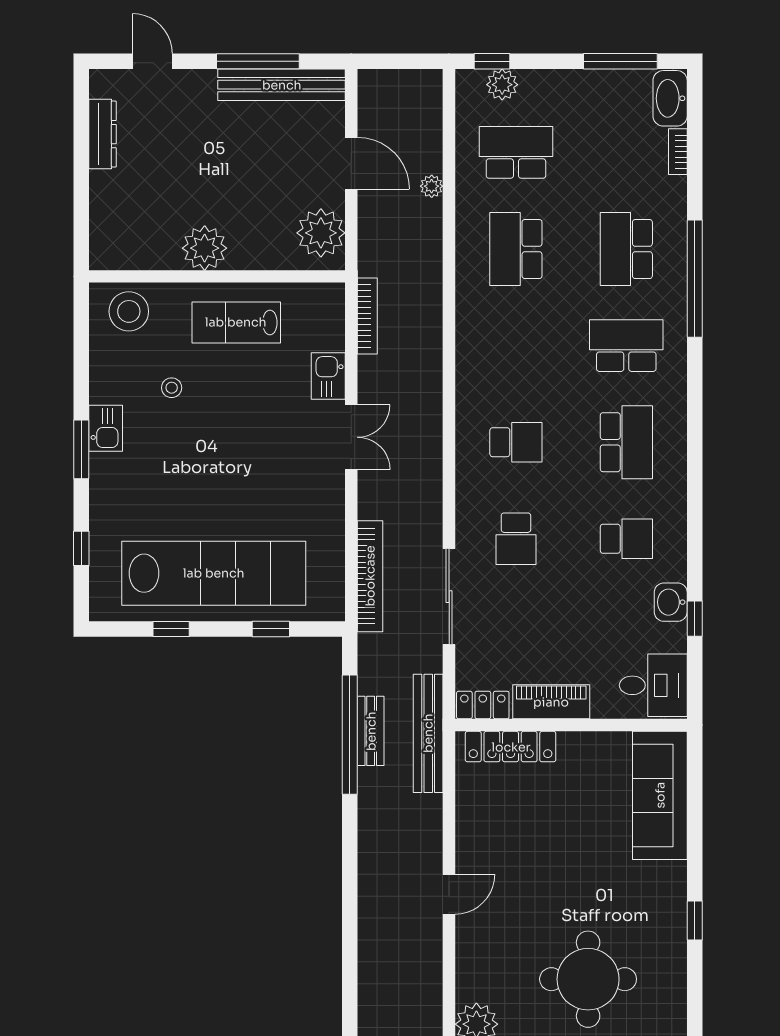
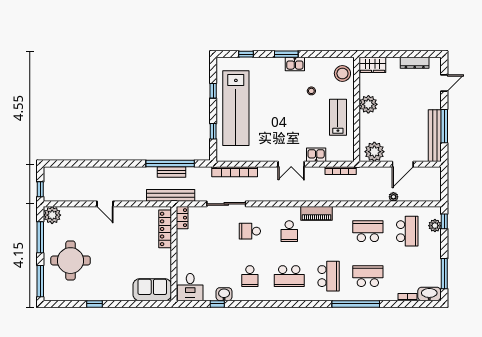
wardrobe: (108, 238) -> (372, 65), added
piano: (551, 702) -> (317, 213), moved, turned 90
sofa: (660, 795) -> (152, 290), width x0.73

